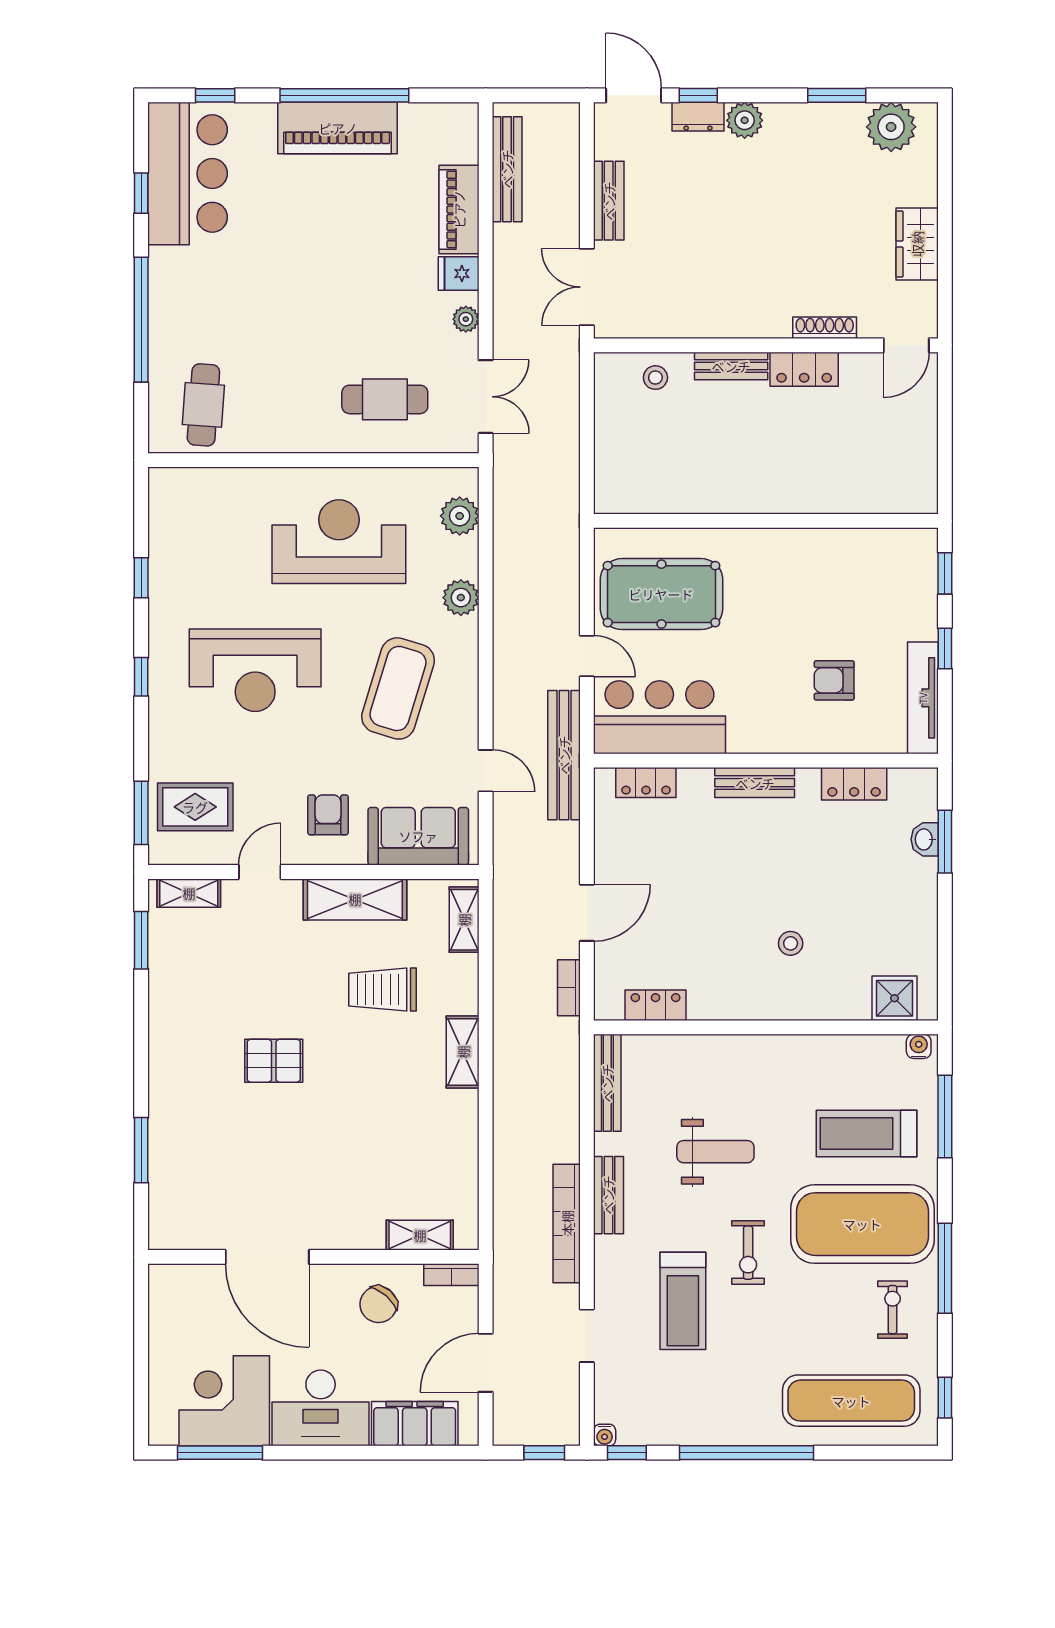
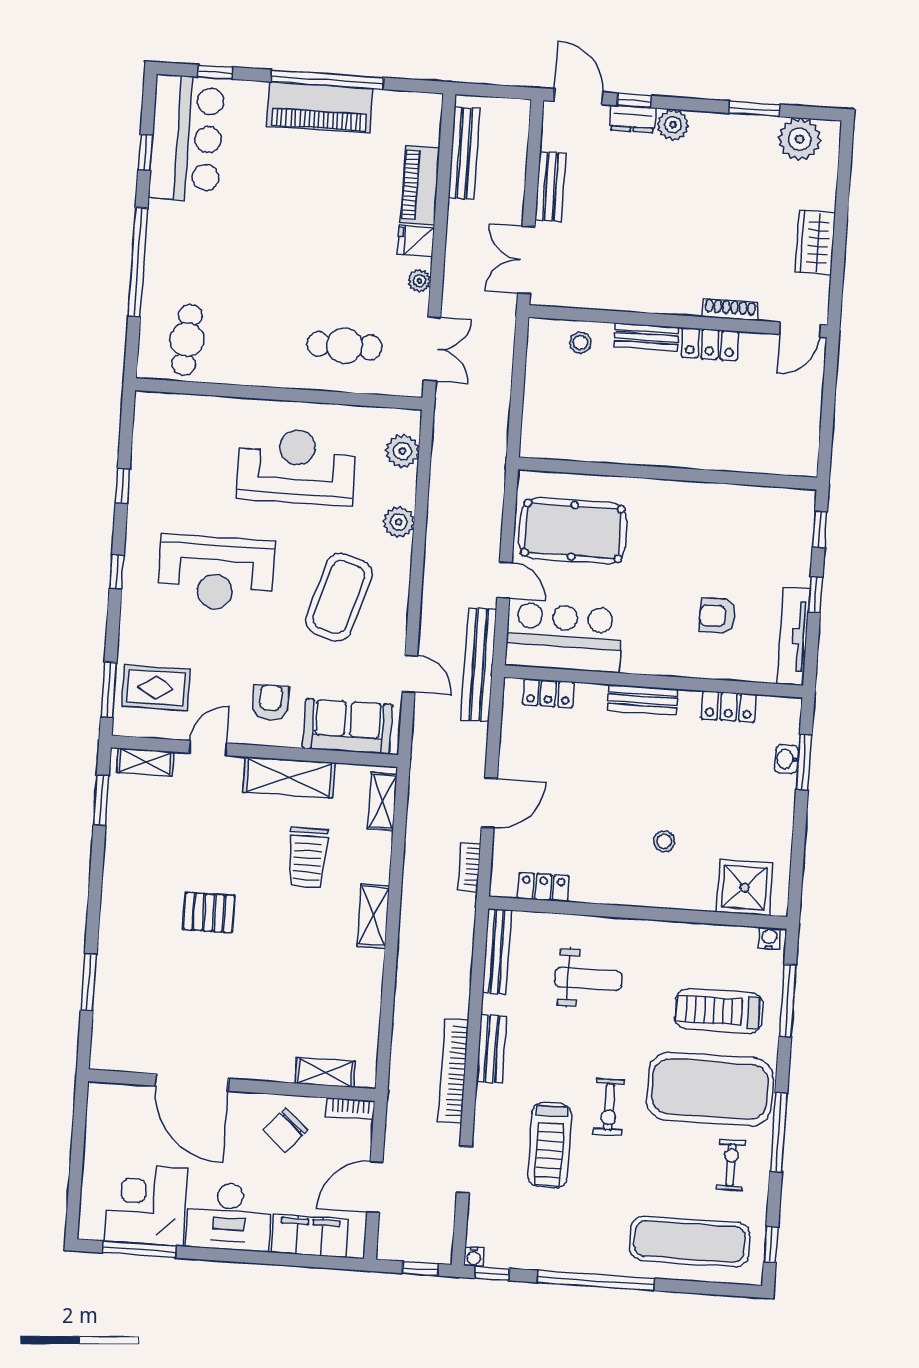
trolley: (382, 990) -> (308, 857), turned -90
shower: (895, 998) -> (745, 888), width x1.36, depth x1.36
weight bench: (715, 1152) -> (588, 979), moved

